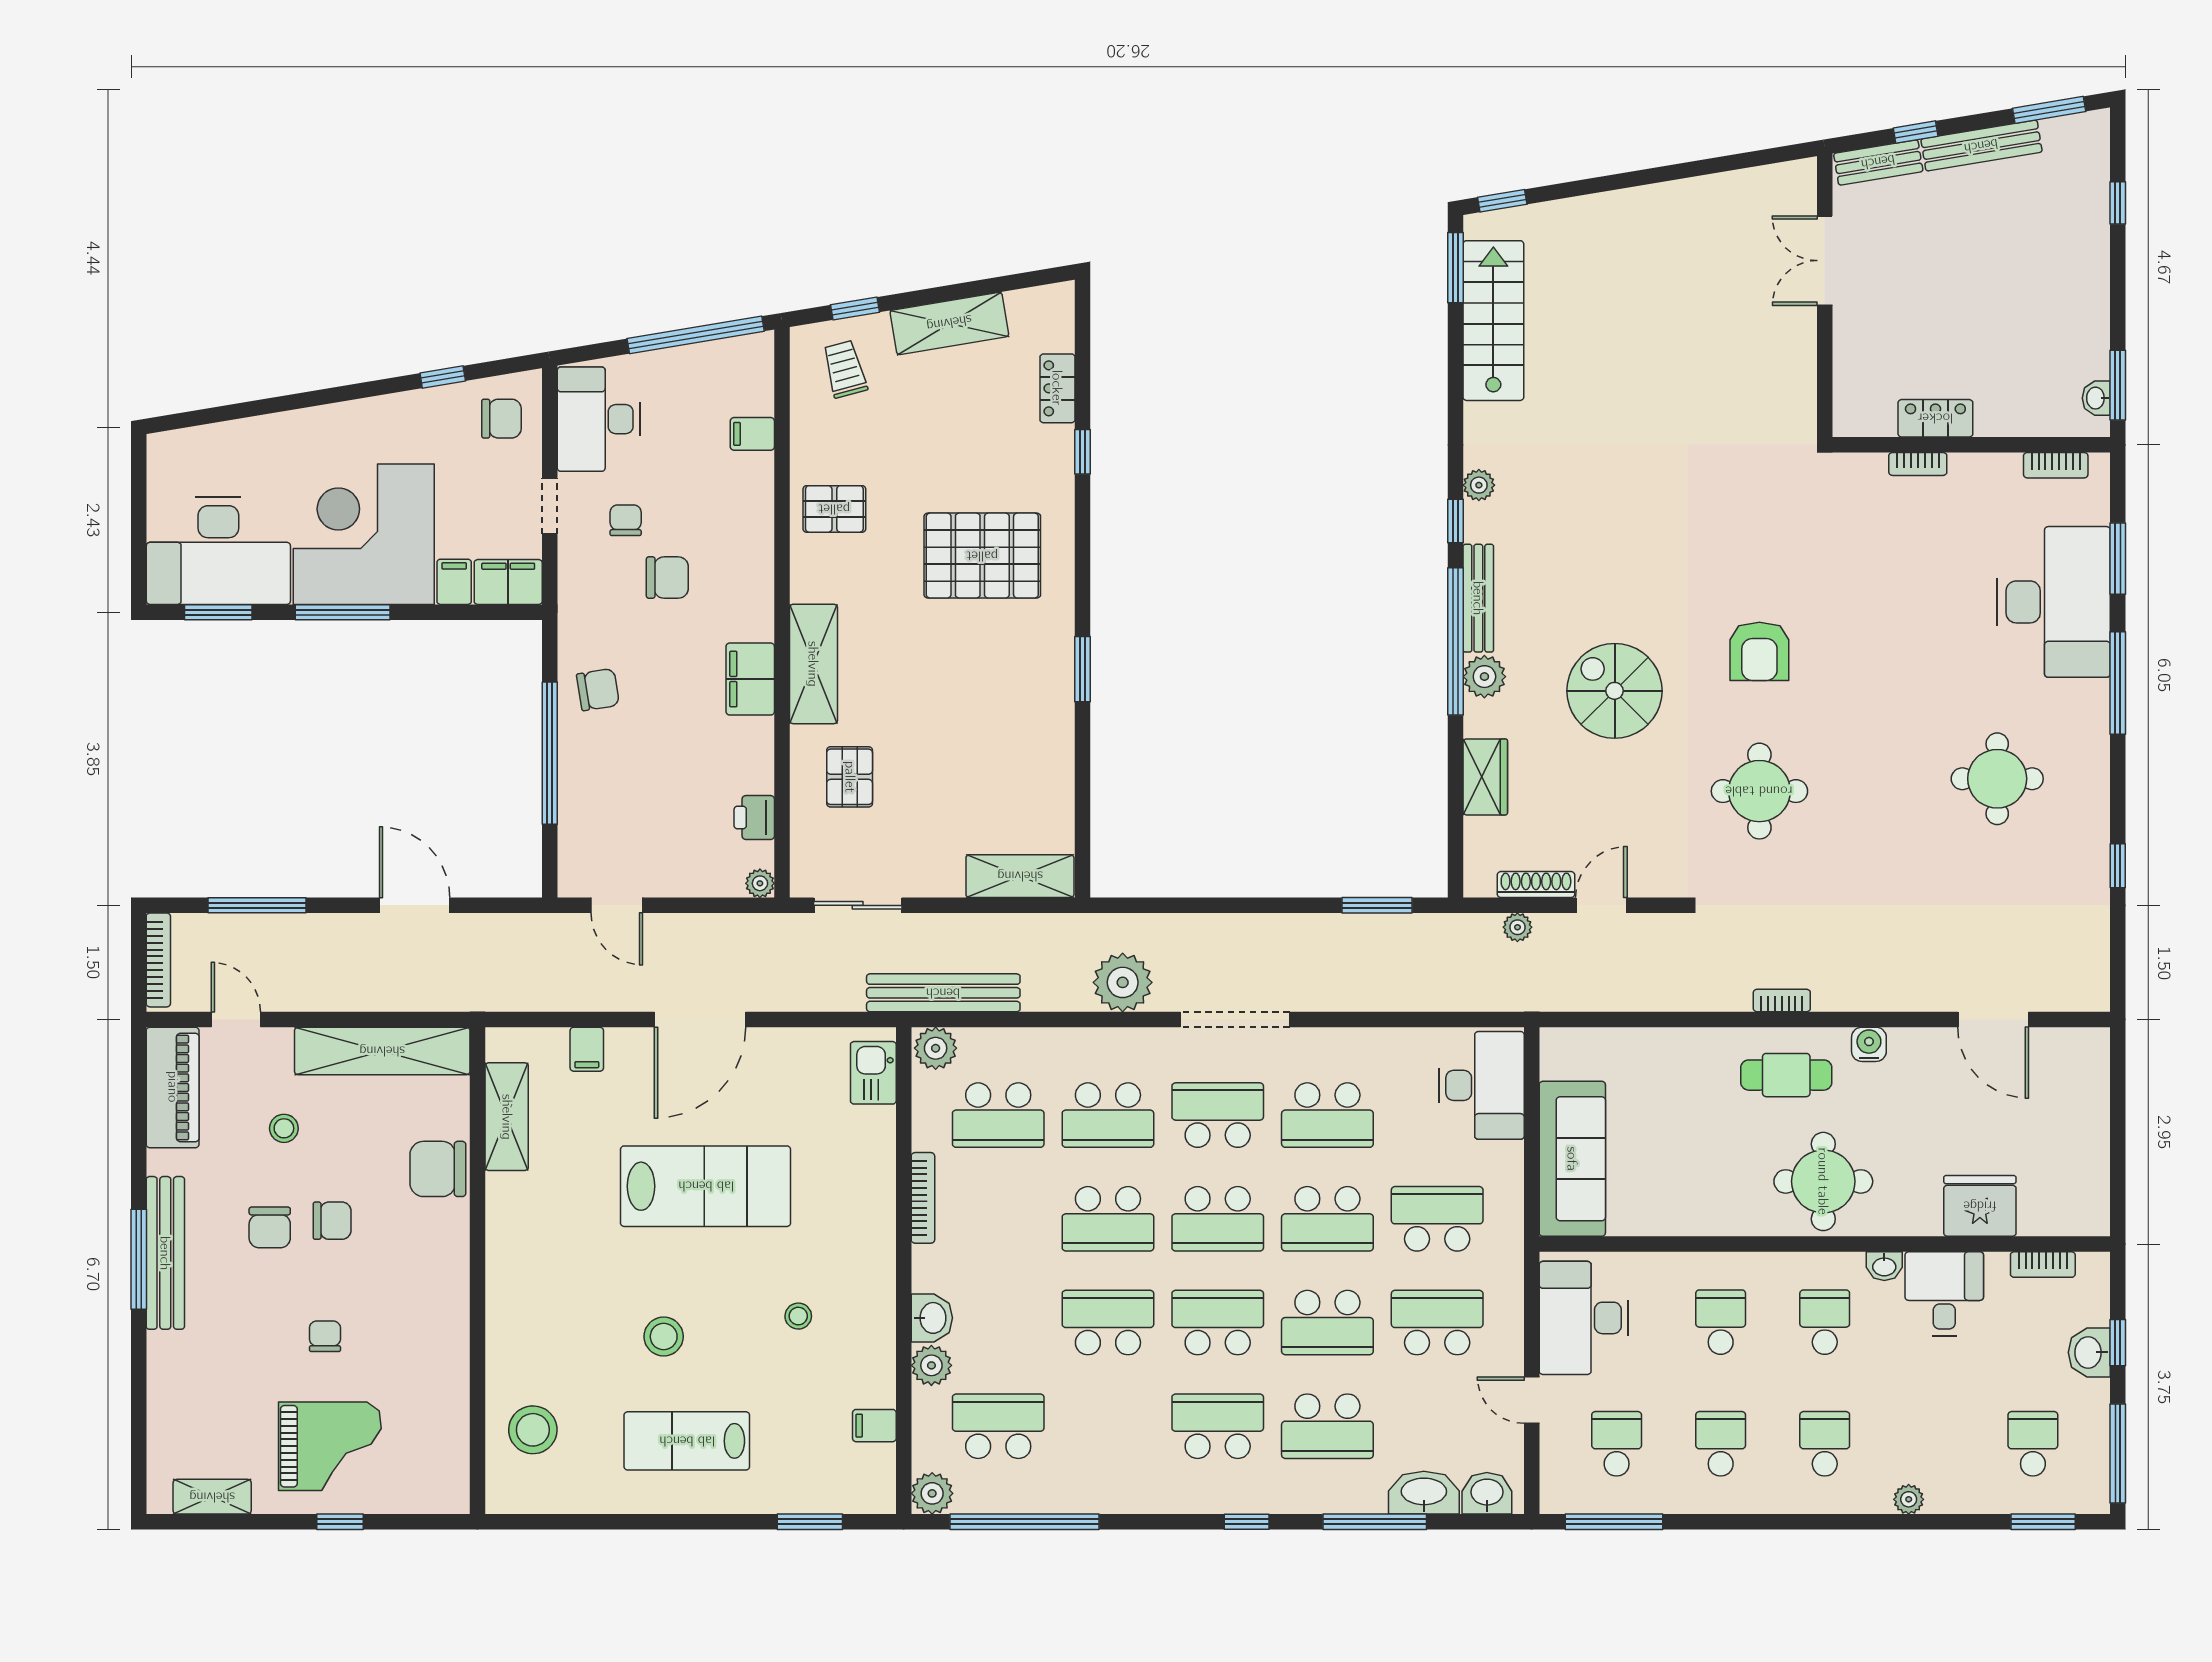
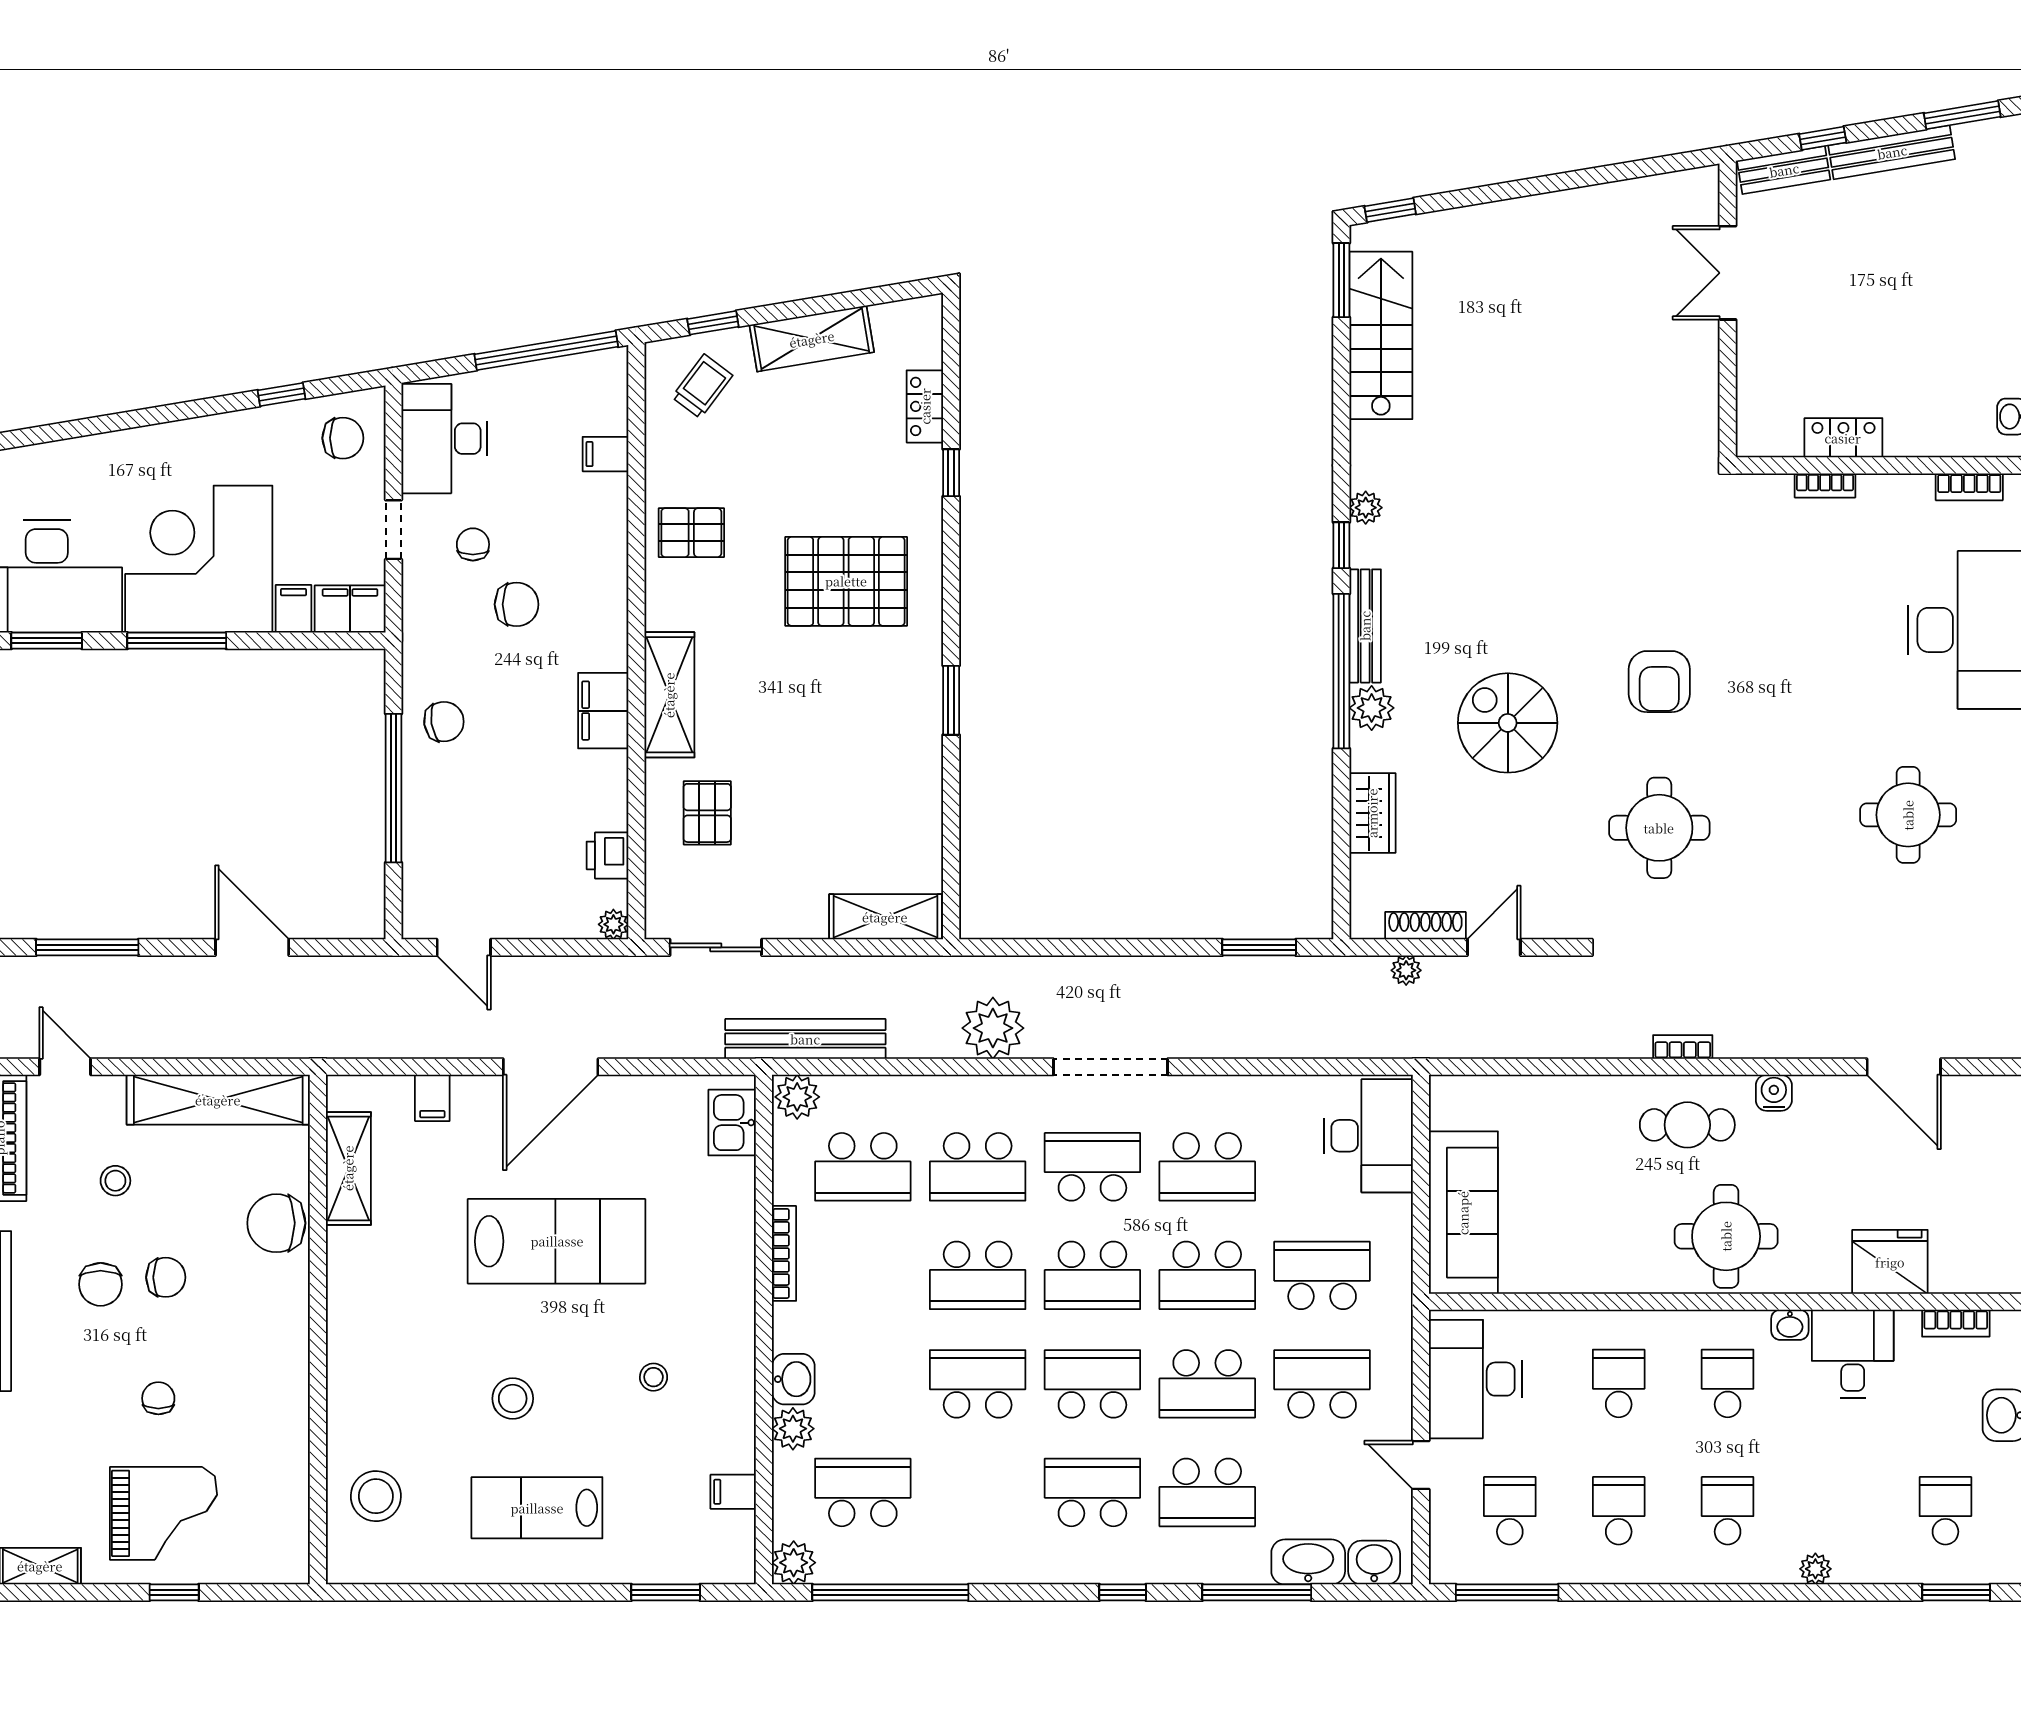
trolley: (845, 369) -> (702, 386), turned 52

